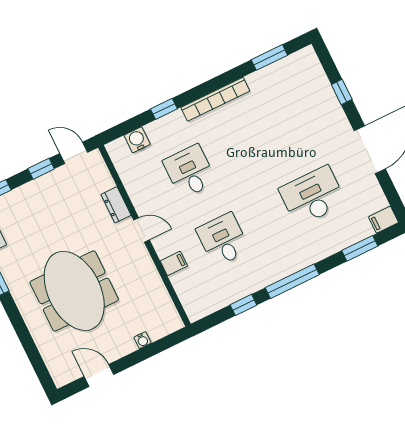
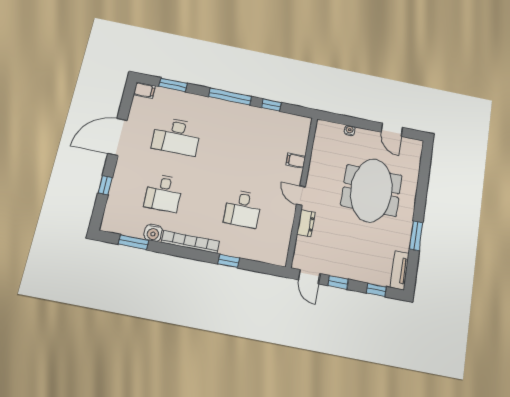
water cooler: (137, 140) -> (153, 233), moved
desk: (223, 240) -> (164, 193), moved

